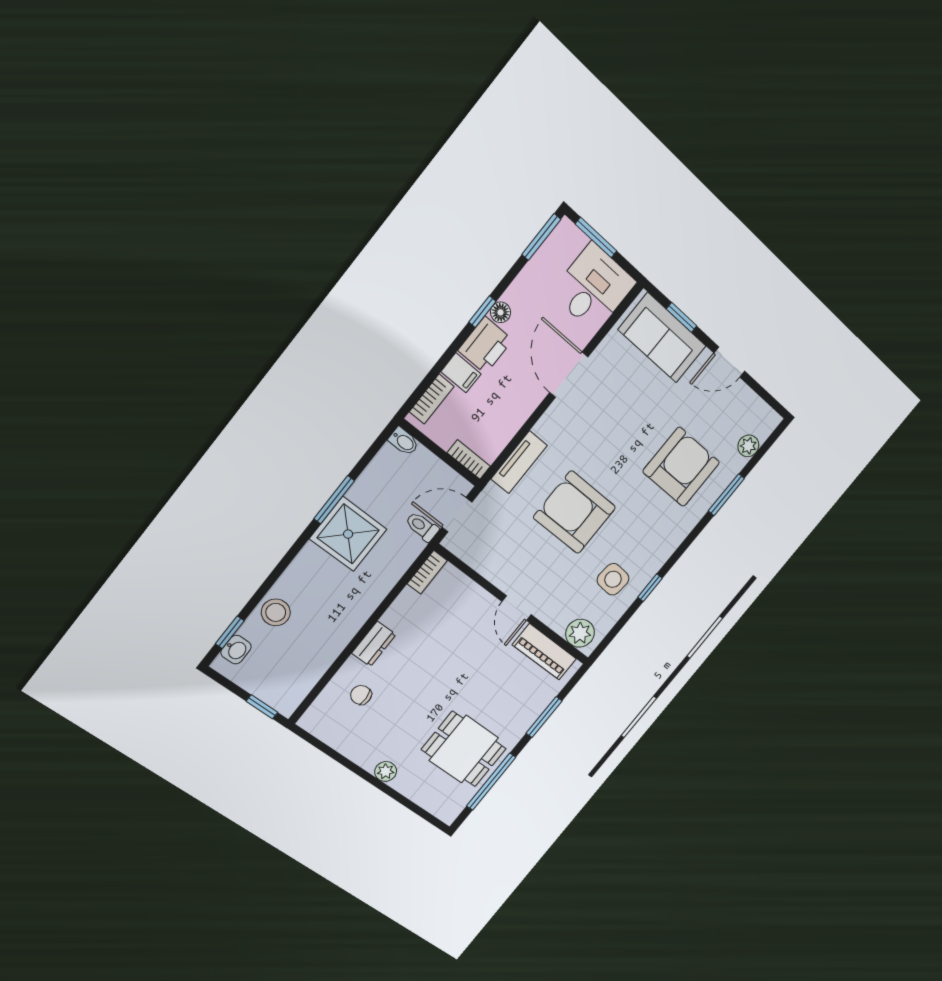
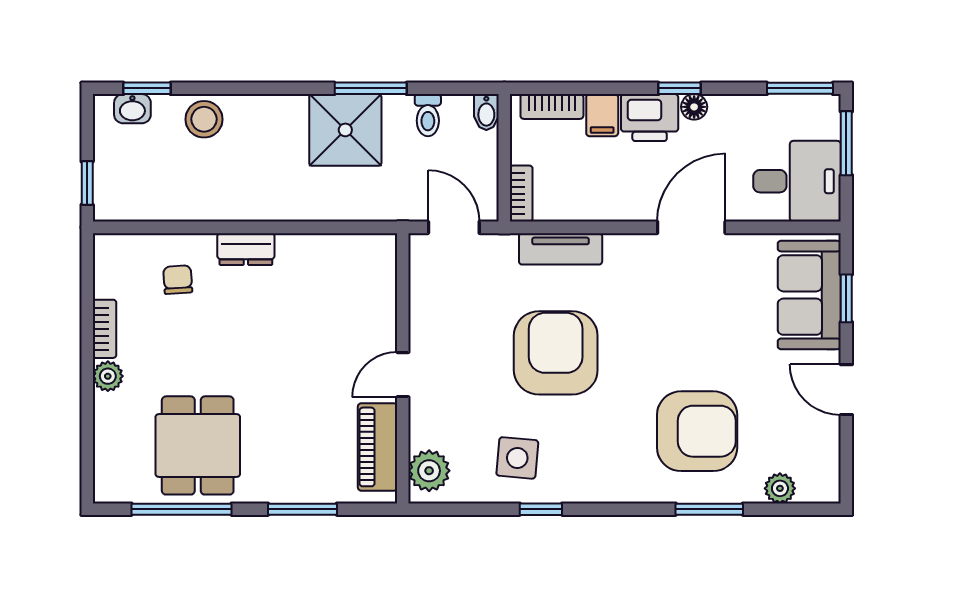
toilet: (422, 527) -> (428, 115), moved, turned 180
bookcase: (427, 572) -> (105, 329), moved, turned -90

